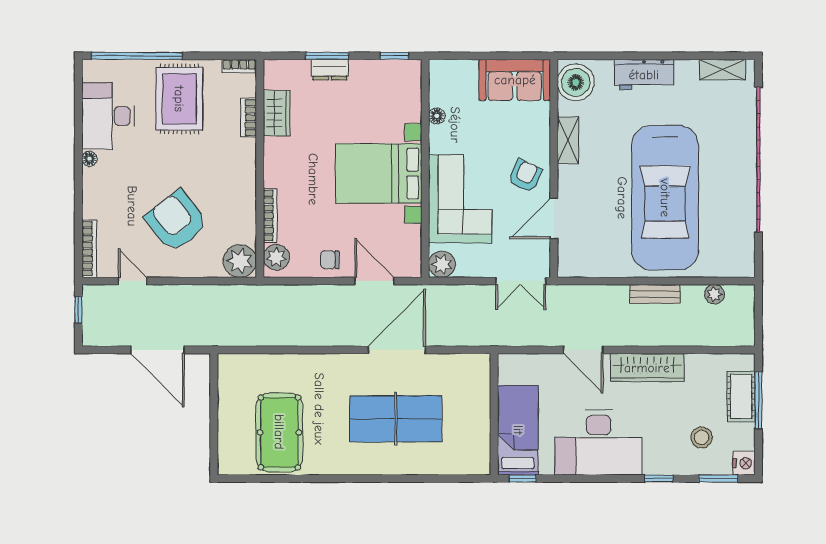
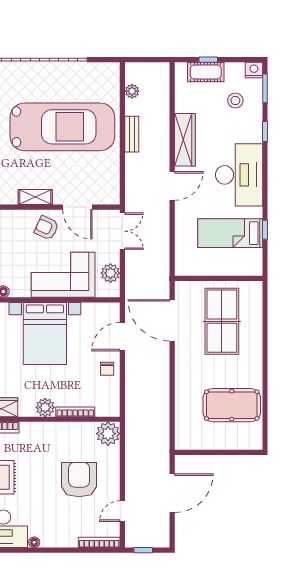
shelving: (568, 140) -> (35, 197), moved
armchair: (176, 221) -> (79, 480), turned 128
plant: (276, 257) -> (45, 407), moved
plant: (442, 264) -> (110, 273), moved
window: (758, 400) -> (208, 60), width x0.46
wall: (494, 414) -> (219, 278), moved

